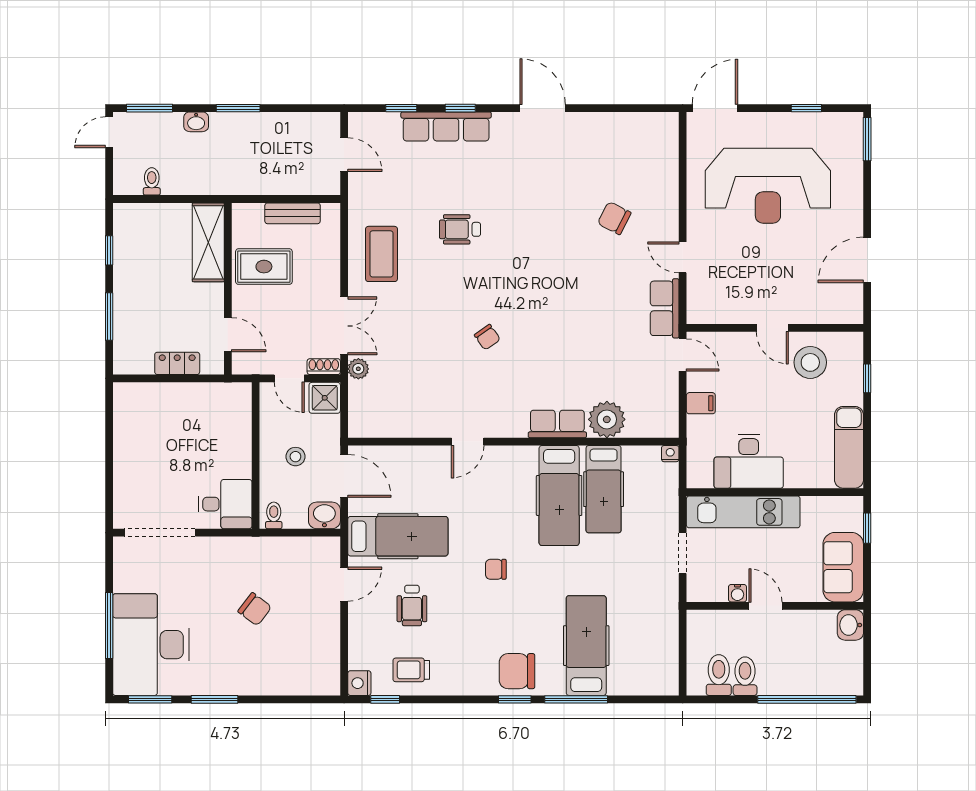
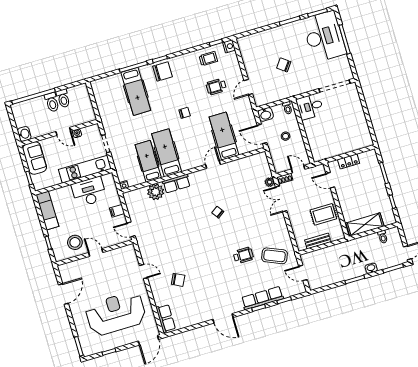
shelving: (208, 242) -> (365, 225), moved, turned 90
coffee table: (381, 254) -> (275, 256), moved, turned -67
row of seats: (665, 308) -> (166, 318), moved
shower: (325, 398) -> (280, 165), removed
hospital bed: (398, 536) -> (224, 136), moved, turned 90
wheelchair: (412, 605) -> (216, 87), turned -90
toilet: (719, 675) -> (52, 102), moved

